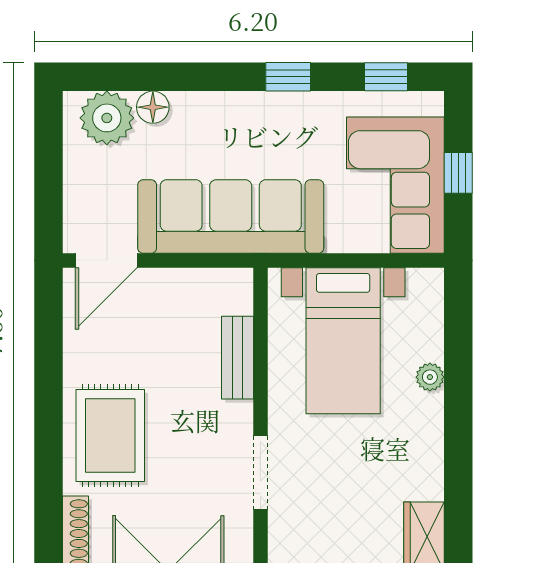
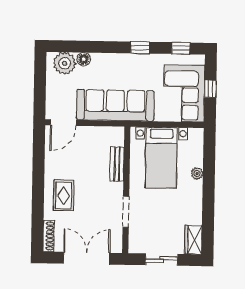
rug: (110, 436) -> (64, 195), width x0.73, depth x0.70

